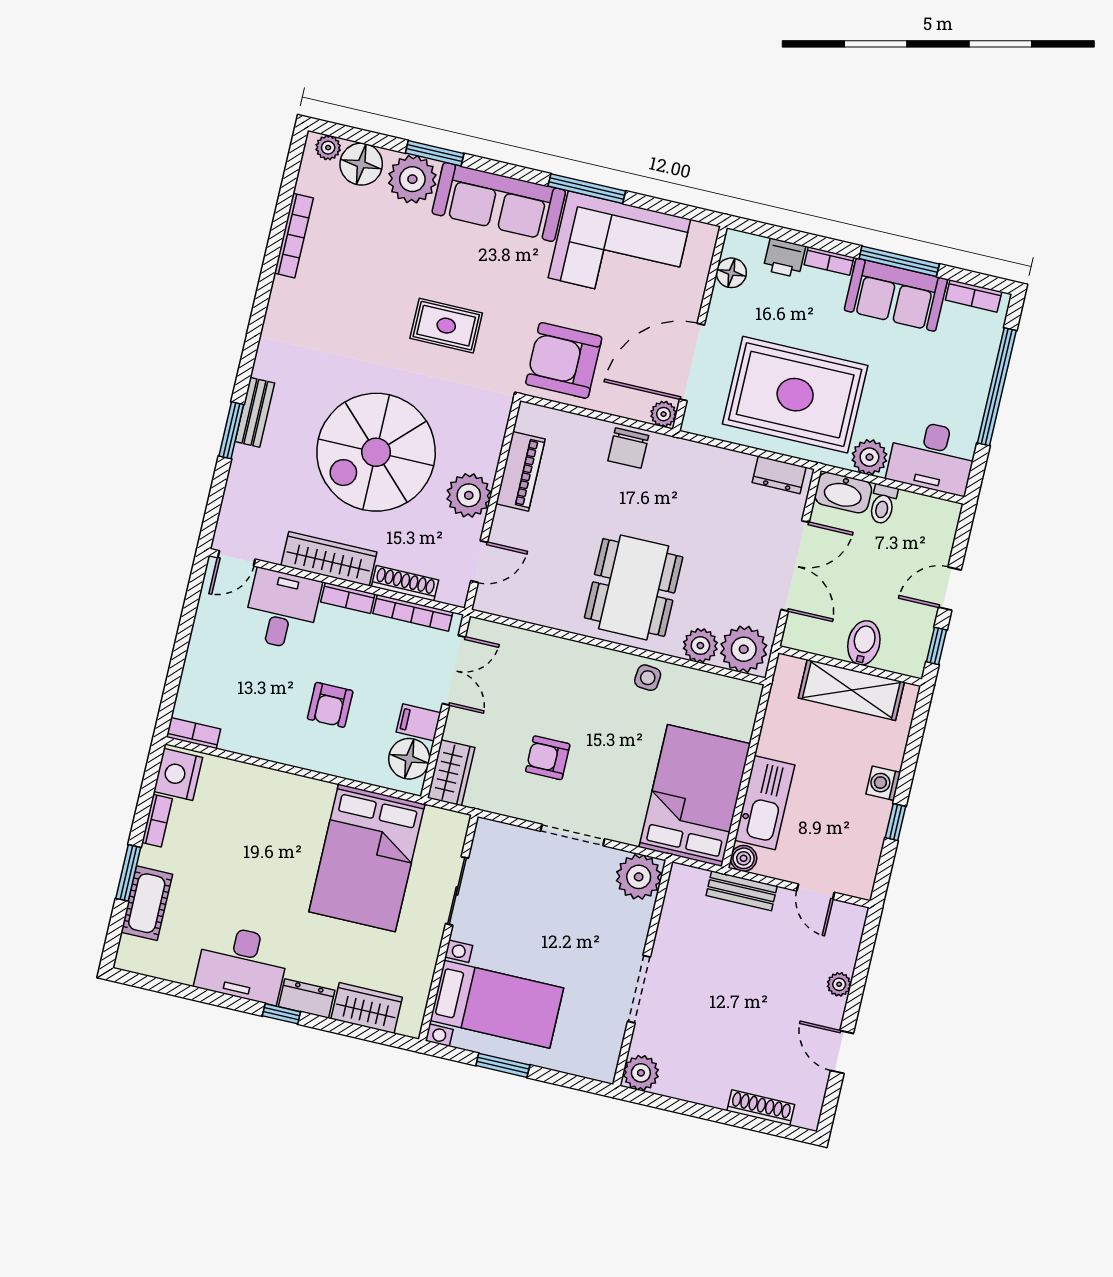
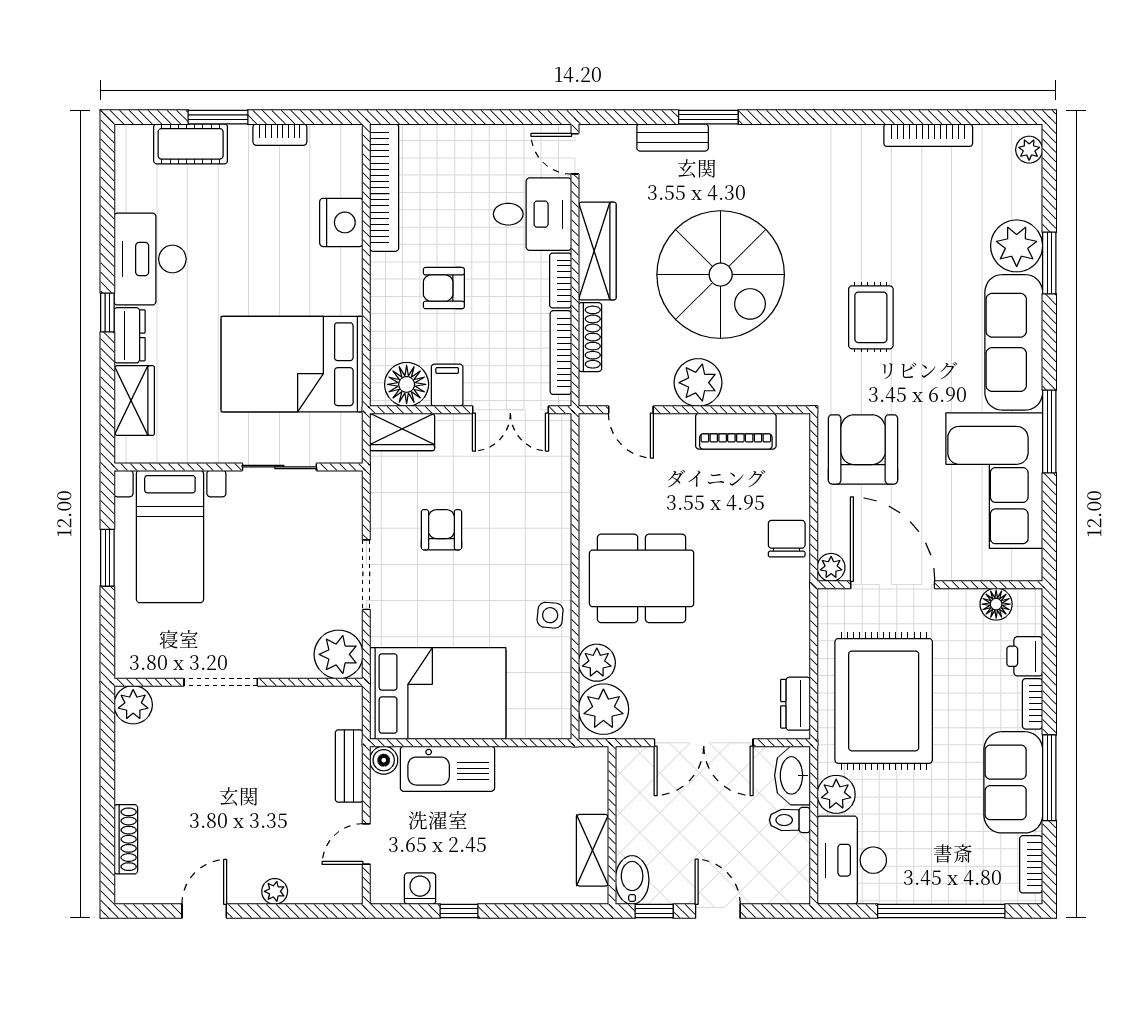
floor lamp: (361, 164) -> (1020, 189), removed
bench: (255, 412) -> (673, 137), moved
chair: (628, 448) -> (787, 539), turned 90
spiral stairs: (376, 452) -> (721, 275), turned 180
bidet: (864, 643) -> (632, 880), moved, turned -90
shelving: (851, 690) -> (592, 850), width x0.67, depth x0.75
bookcase: (193, 733) -> (384, 188), width x2.31, depth x1.31
nightstand: (178, 774) -> (341, 222), moved, turned 90
washing machine: (883, 783) -> (420, 889), moved

